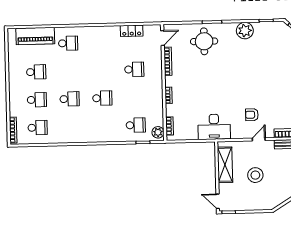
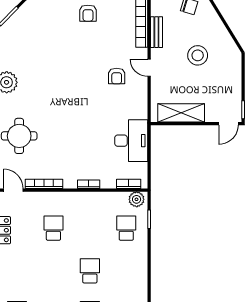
desk: (214, 127) -> (131, 141), moved
stool: (255, 175) -> (198, 55), moved

